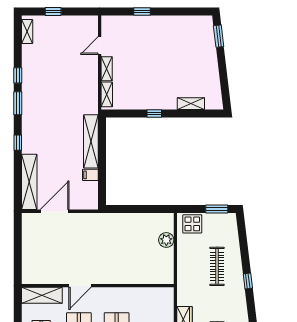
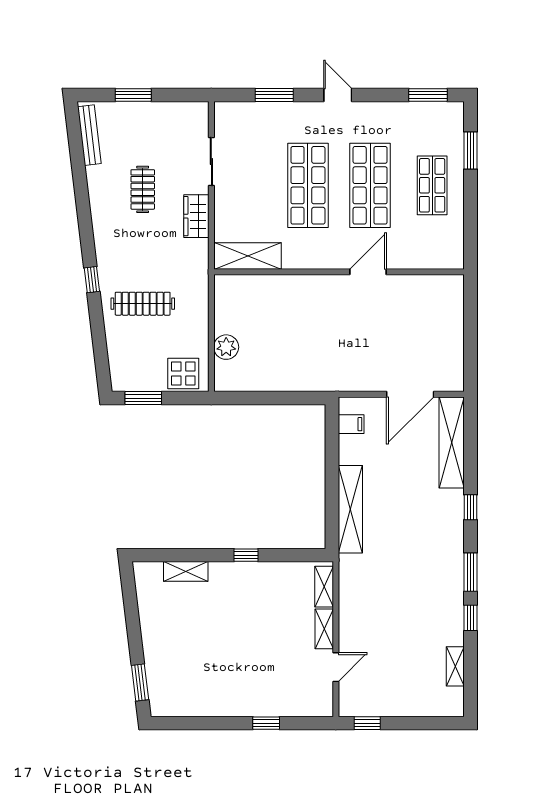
window: (53, 11) -> (367, 723), moved
shelving: (27, 32) -> (455, 666), moved
filing cabinet: (90, 175) -> (351, 424), moved
clothes rail: (217, 266) -> (143, 304), turned 90
shelving: (42, 295) -> (248, 256), moved

